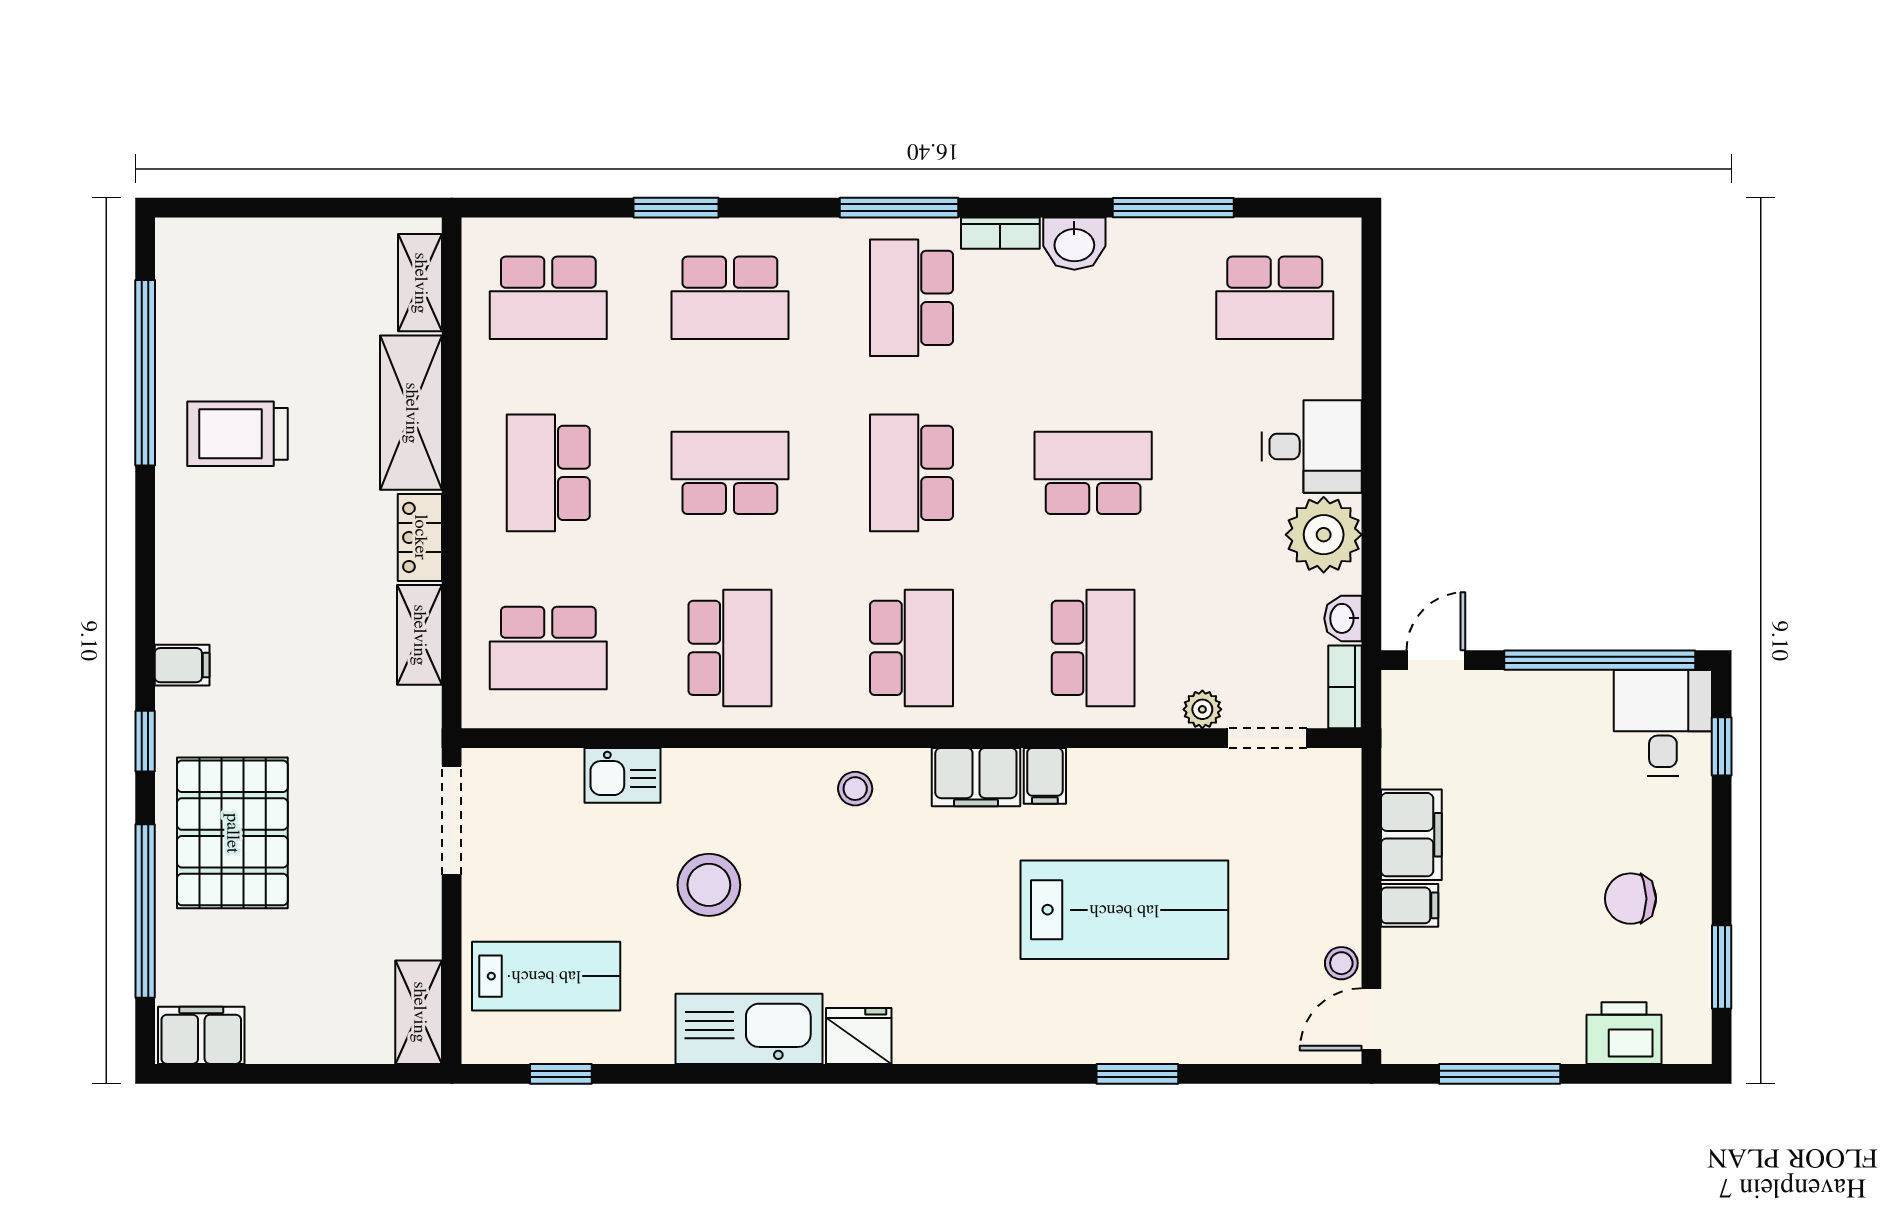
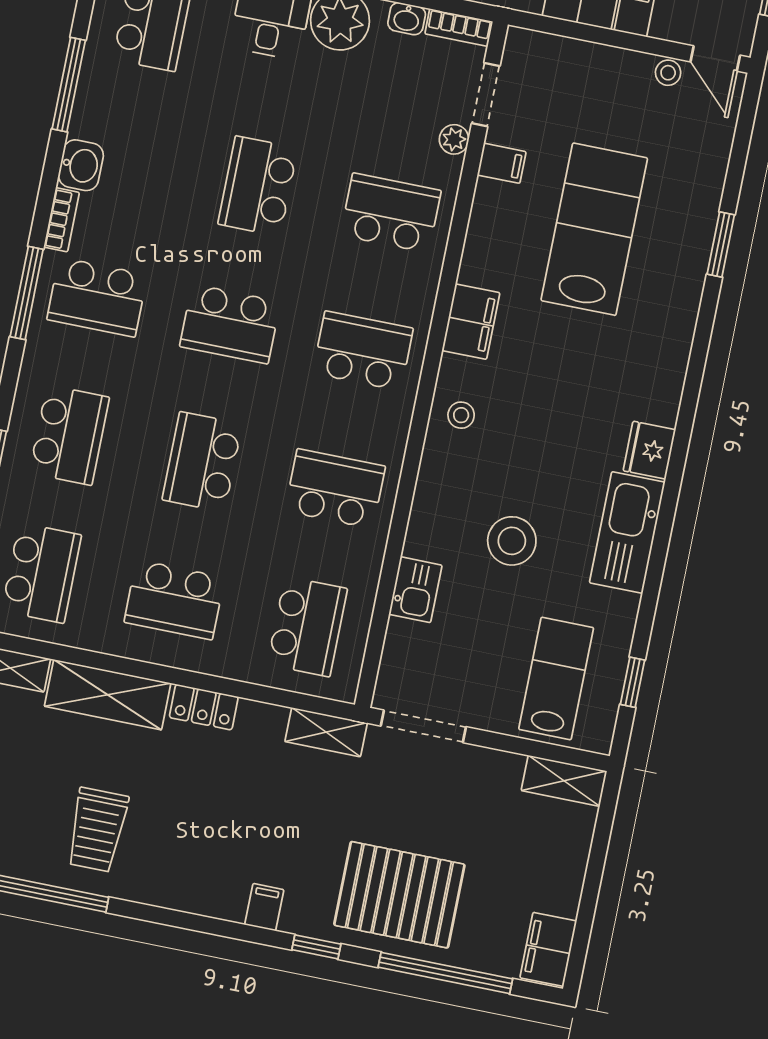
shelving: (419, 635) -> (326, 732), moved
filing cabinet: (1045, 776) -> (502, 163), moved

